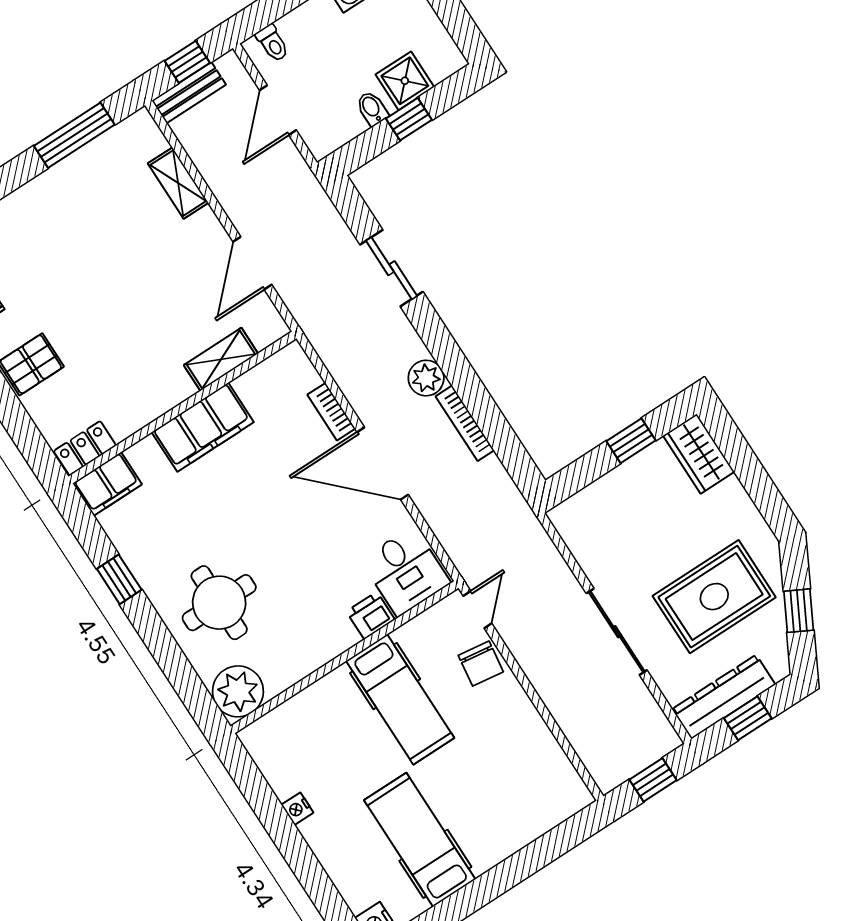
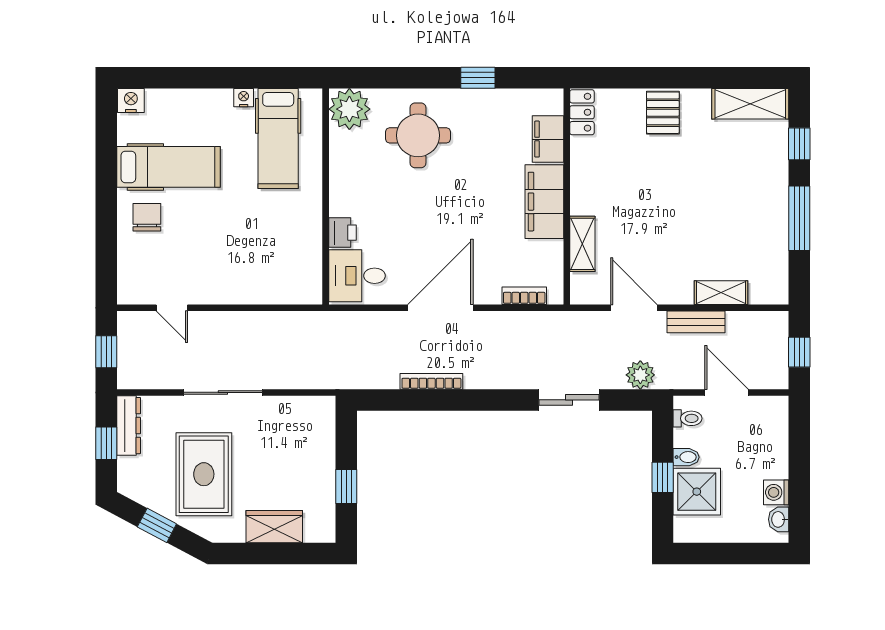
toilet: (273, 43) -> (688, 418), moved, turned 180
shower: (405, 81) -> (697, 492), width x1.36, depth x1.36
bench: (189, 93) -> (696, 322), moved, turned 90
window: (74, 135) -> (799, 218), moved
plant: (426, 378) -> (640, 375), moved
bookcase: (331, 412) -> (524, 296), moved
wardrobe: (699, 454) -> (274, 527), moved
filing cabinet: (107, 484) -> (548, 139), moved
door: (478, 610) -> (172, 308), moved
chair: (481, 664) -> (147, 217), moved, turned 82
dresser: (724, 697) -> (129, 426), width x0.73, depth x0.80
hospital bed: (400, 699) -> (278, 138), moved, turned -90

